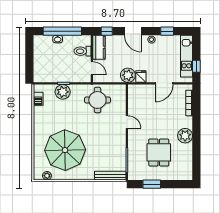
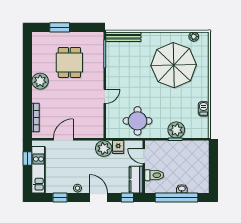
fridge: (141, 77) -> (118, 147), moved
barbecue: (38, 99) -> (204, 109), moved
door: (127, 122) -> (105, 96), swing flipped
window: (152, 184) -> (60, 27), moved

